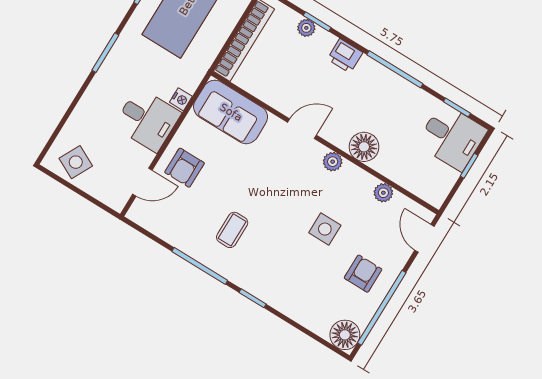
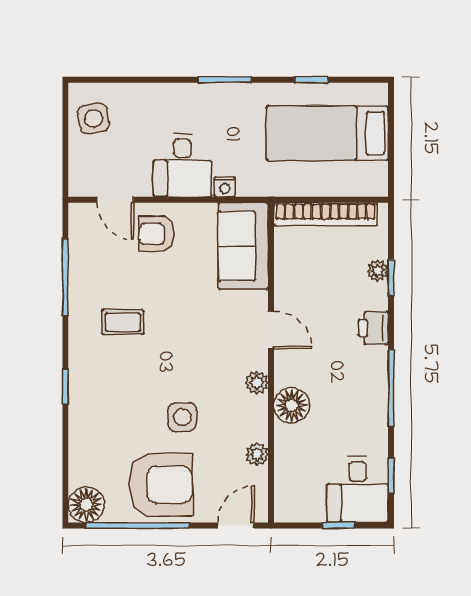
side table: (76, 162) -> (94, 118), turned -37
window: (200, 266) -> (65, 277), moved
armchair: (363, 274) -> (161, 485), width x1.88, depth x1.88

